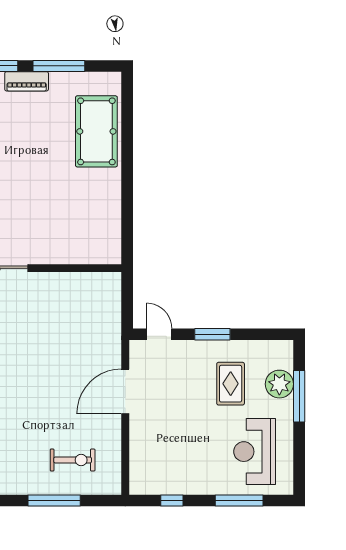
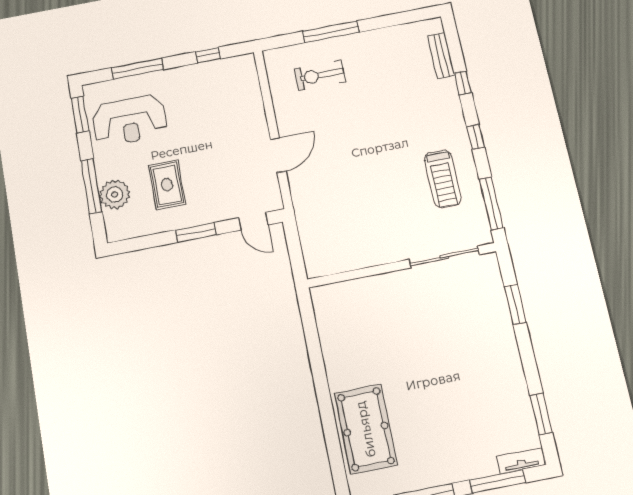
piano: (27, 81) -> (457, 471), removed
door: (125, 391) -> (278, 155), width x0.73
reception desk: (255, 452) -> (130, 120), turned 90
window: (299, 466) -> (80, 115), added

